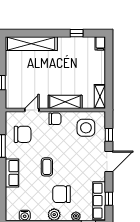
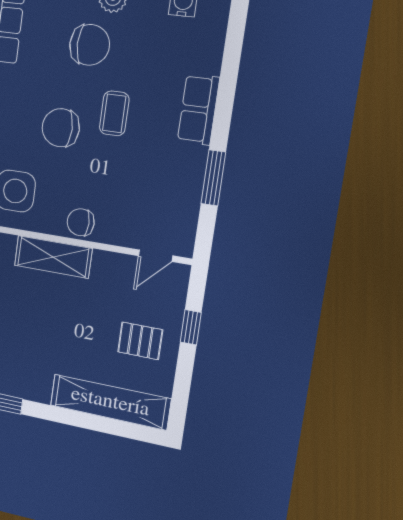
pallet: (22, 73) -> (140, 341), added
door: (32, 110) -> (156, 256), moved
chair: (23, 134) -> (61, 128), moved

